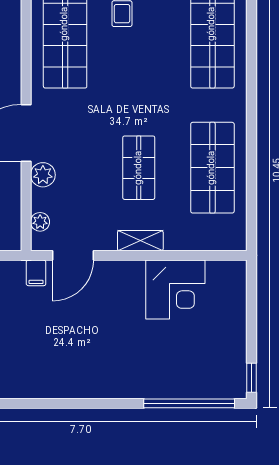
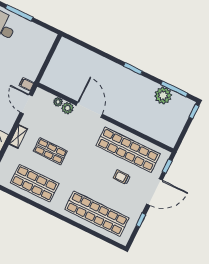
plant: (40, 222) -> (58, 102), moved

